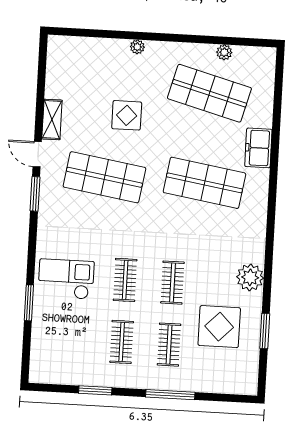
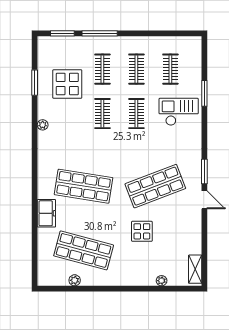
plant: (137, 47) -> (162, 281), moved
shelving: (52, 119) -> (195, 269), moved
shop shelf: (104, 177) -> (155, 186), turned -30
plant: (250, 277) -> (43, 125), width x0.53, depth x0.53
checkout: (66, 279) -> (179, 112), turned 180
clothes rail: (74, 339) -> (170, 69), added
window: (95, 390) -> (62, 33), moved

